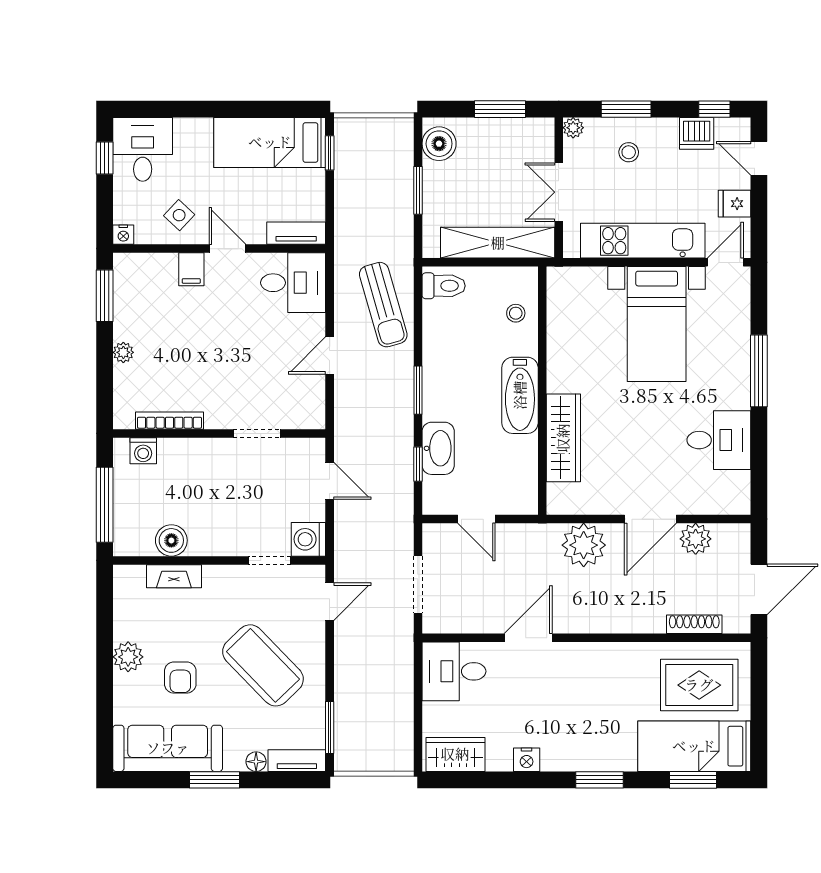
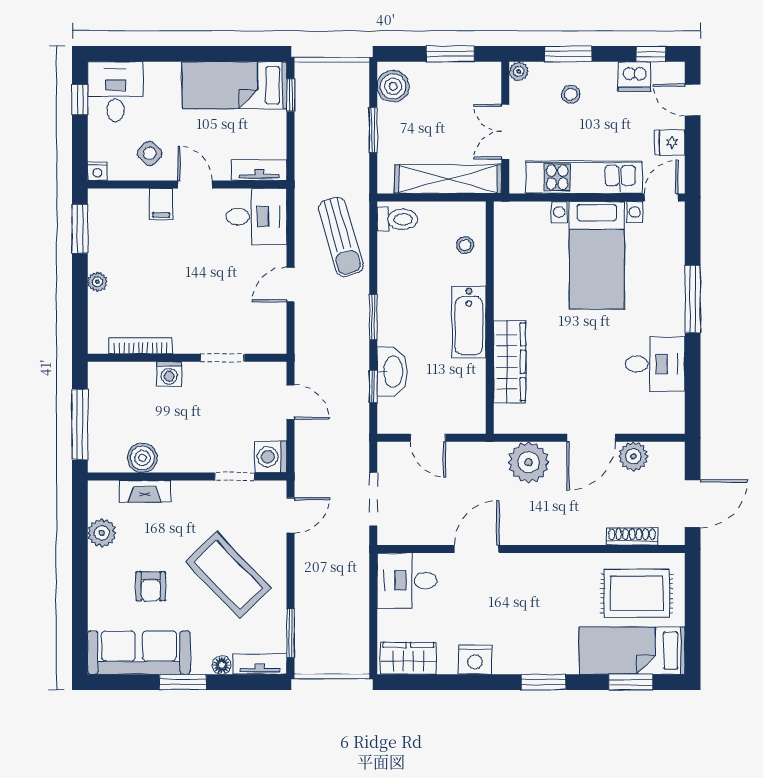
washing machine: (143, 451) -> (169, 374), moved
plant: (128, 657) -> (102, 533), moved
nightstand: (527, 760) -> (475, 660), width x1.36, depth x1.33

